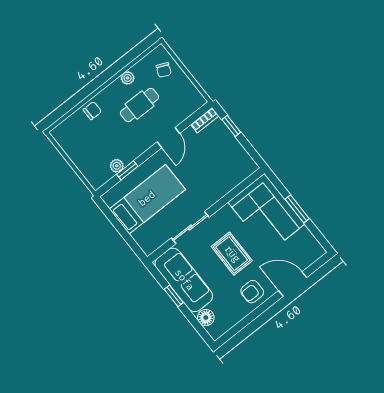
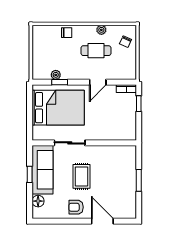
bed: (147, 199) -> (58, 108), width x1.50
corner sofa: (266, 213) -> (119, 169), removed

